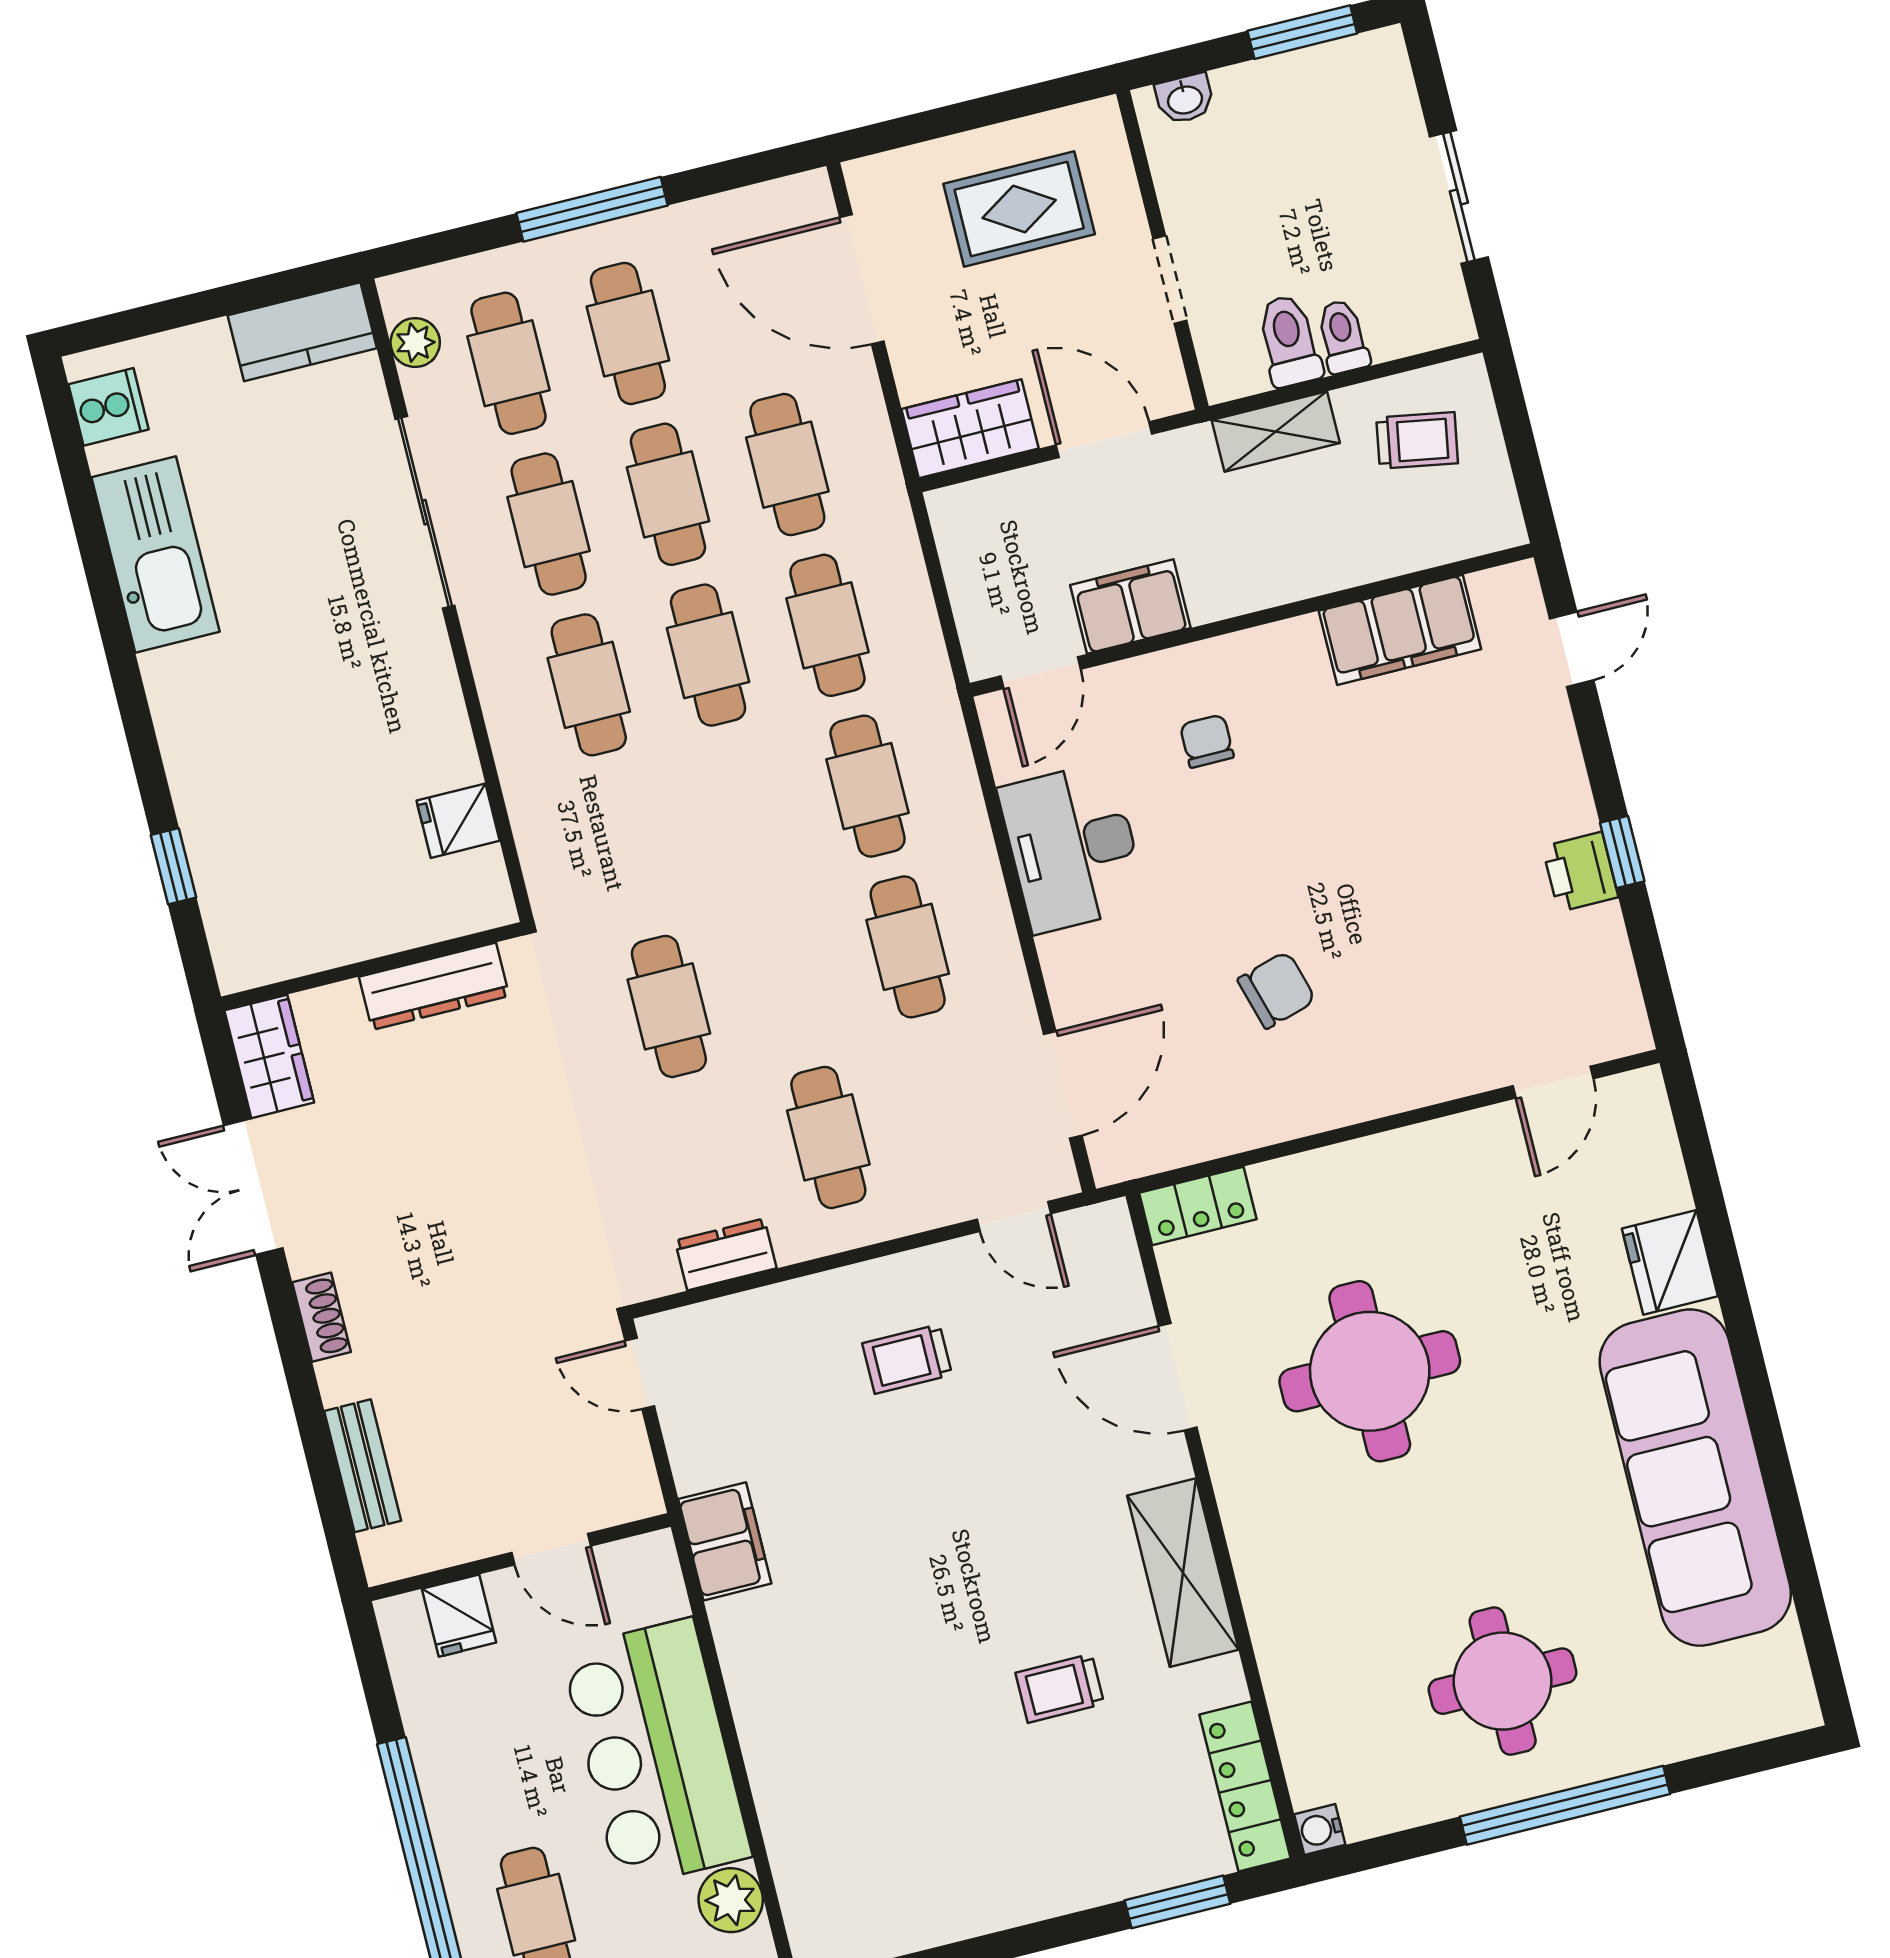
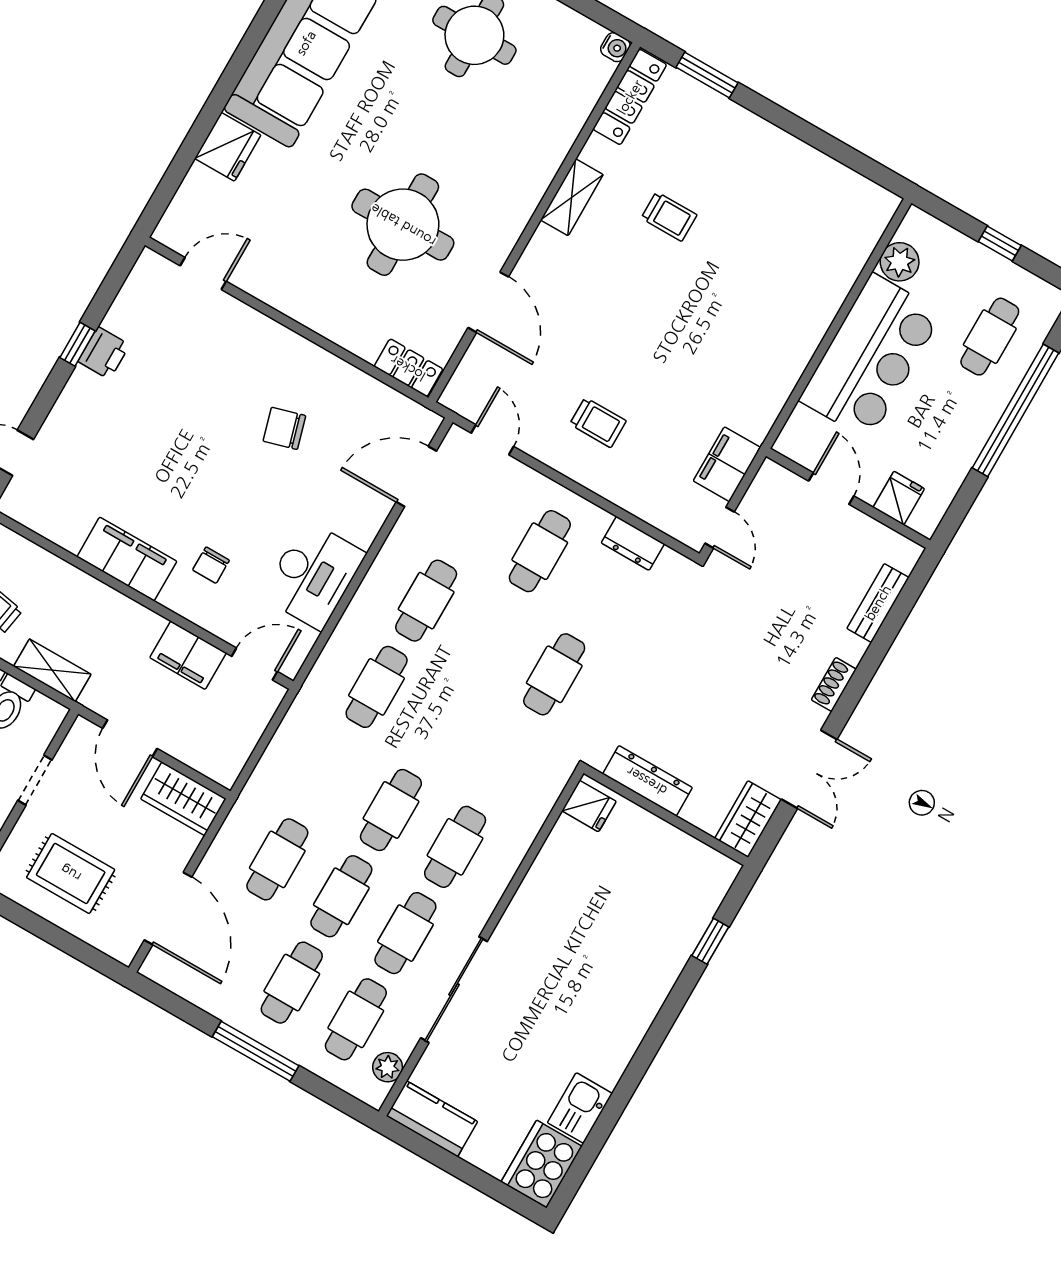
cooker: (108, 407) -> (542, 1164), width x1.87, depth x1.31
kitchen sink: (156, 555) -> (580, 1108), width x0.53, depth x0.81
cafe table: (827, 625) -> (327, 773), removed
filing cabinet: (1400, 630) -> (127, 559), moved
fridge: (458, 821) -> (589, 806), moved
filing cabinet: (725, 1541) -> (727, 464), moved
shelving: (1183, 1573) -> (572, 197), width x0.67, depth x0.75

